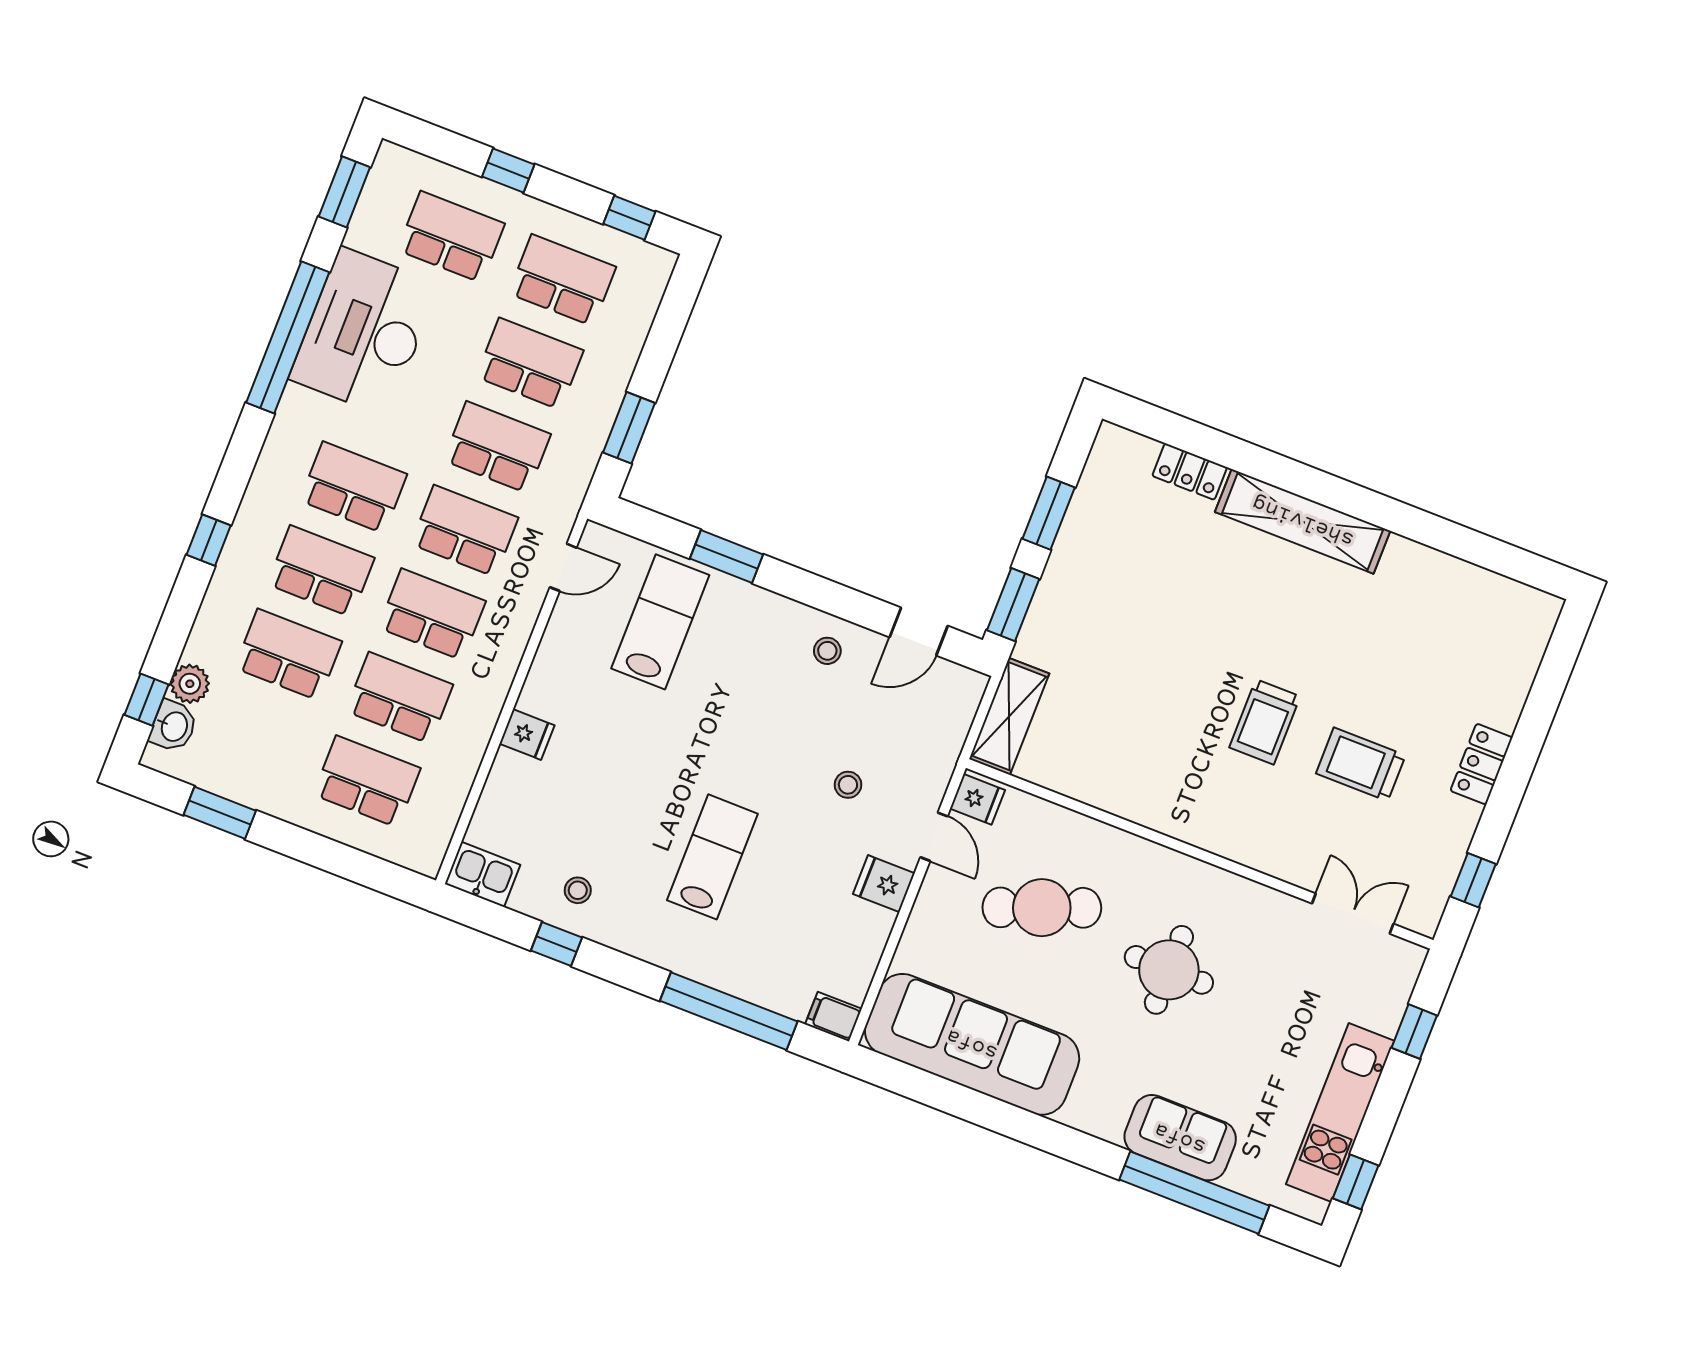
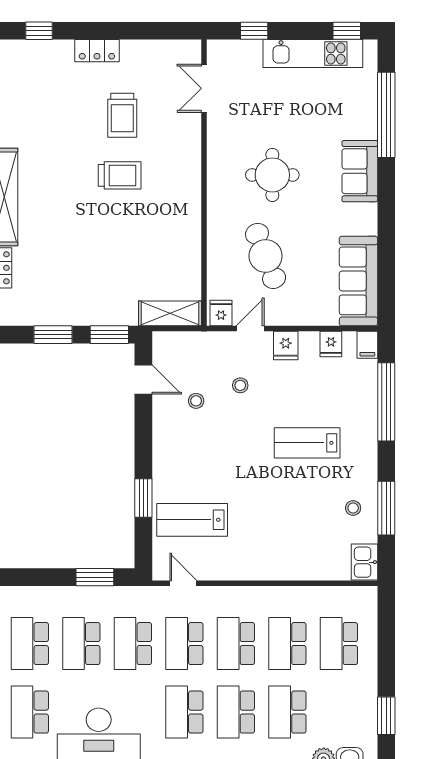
stool: (827, 651) -> (196, 401), moved
fridge: (527, 734) -> (331, 344), moved, turned 180
window: (1473, 880) -> (39, 31), moved
window: (557, 944) -> (386, 508), width x2.17
sofa: (972, 1044) -> (358, 281), width x0.74, depth x0.79
sofa: (1180, 1138) -> (360, 171), moved

